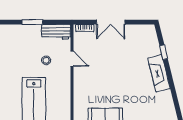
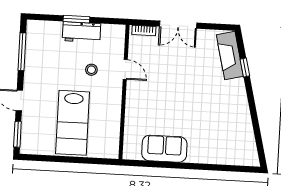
workbench: (56, 32) -> (81, 32), moved
fireplace: (159, 73) -> (230, 56), moved

